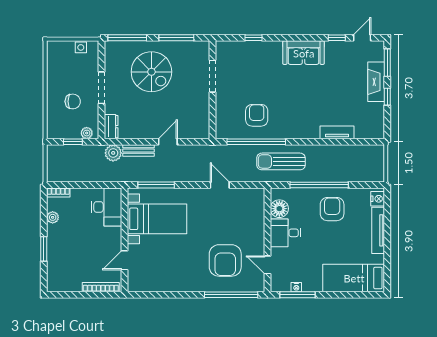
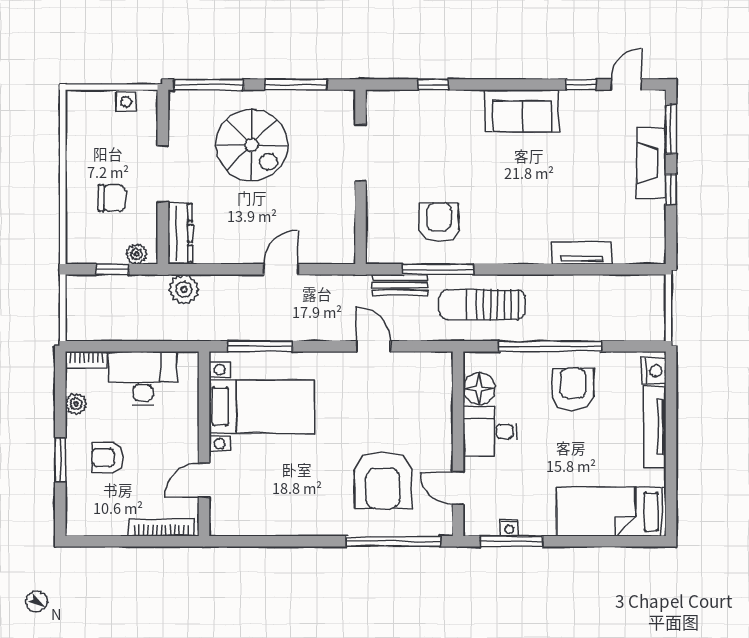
dresser: (111, 127) -> (180, 233), width x1.44
window: (256, 142) -> (438, 269), width x0.68
bench: (138, 151) -> (400, 285), moved
desk: (107, 207) -> (143, 378), moved, turned -90
armchair: (70, 248) -> (107, 458), added

